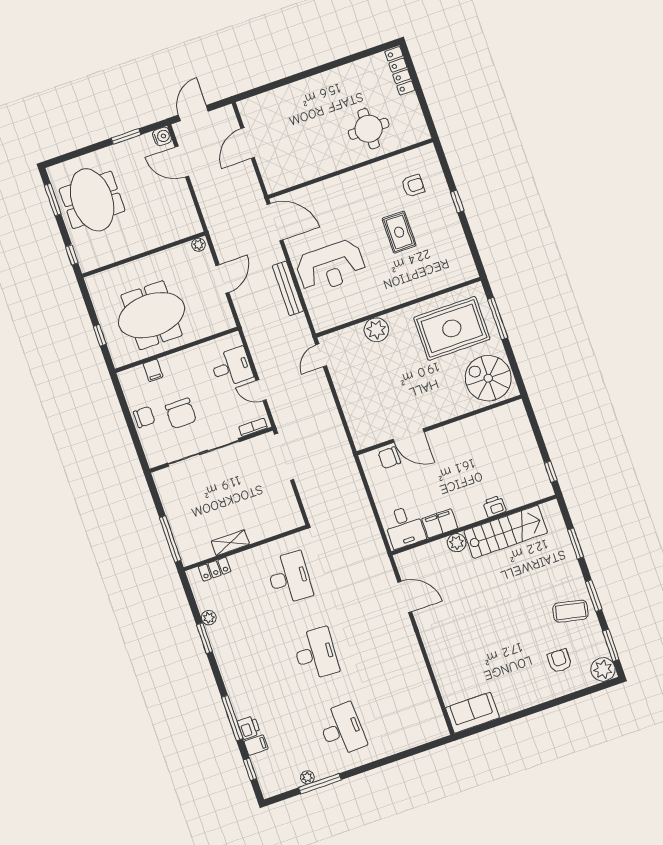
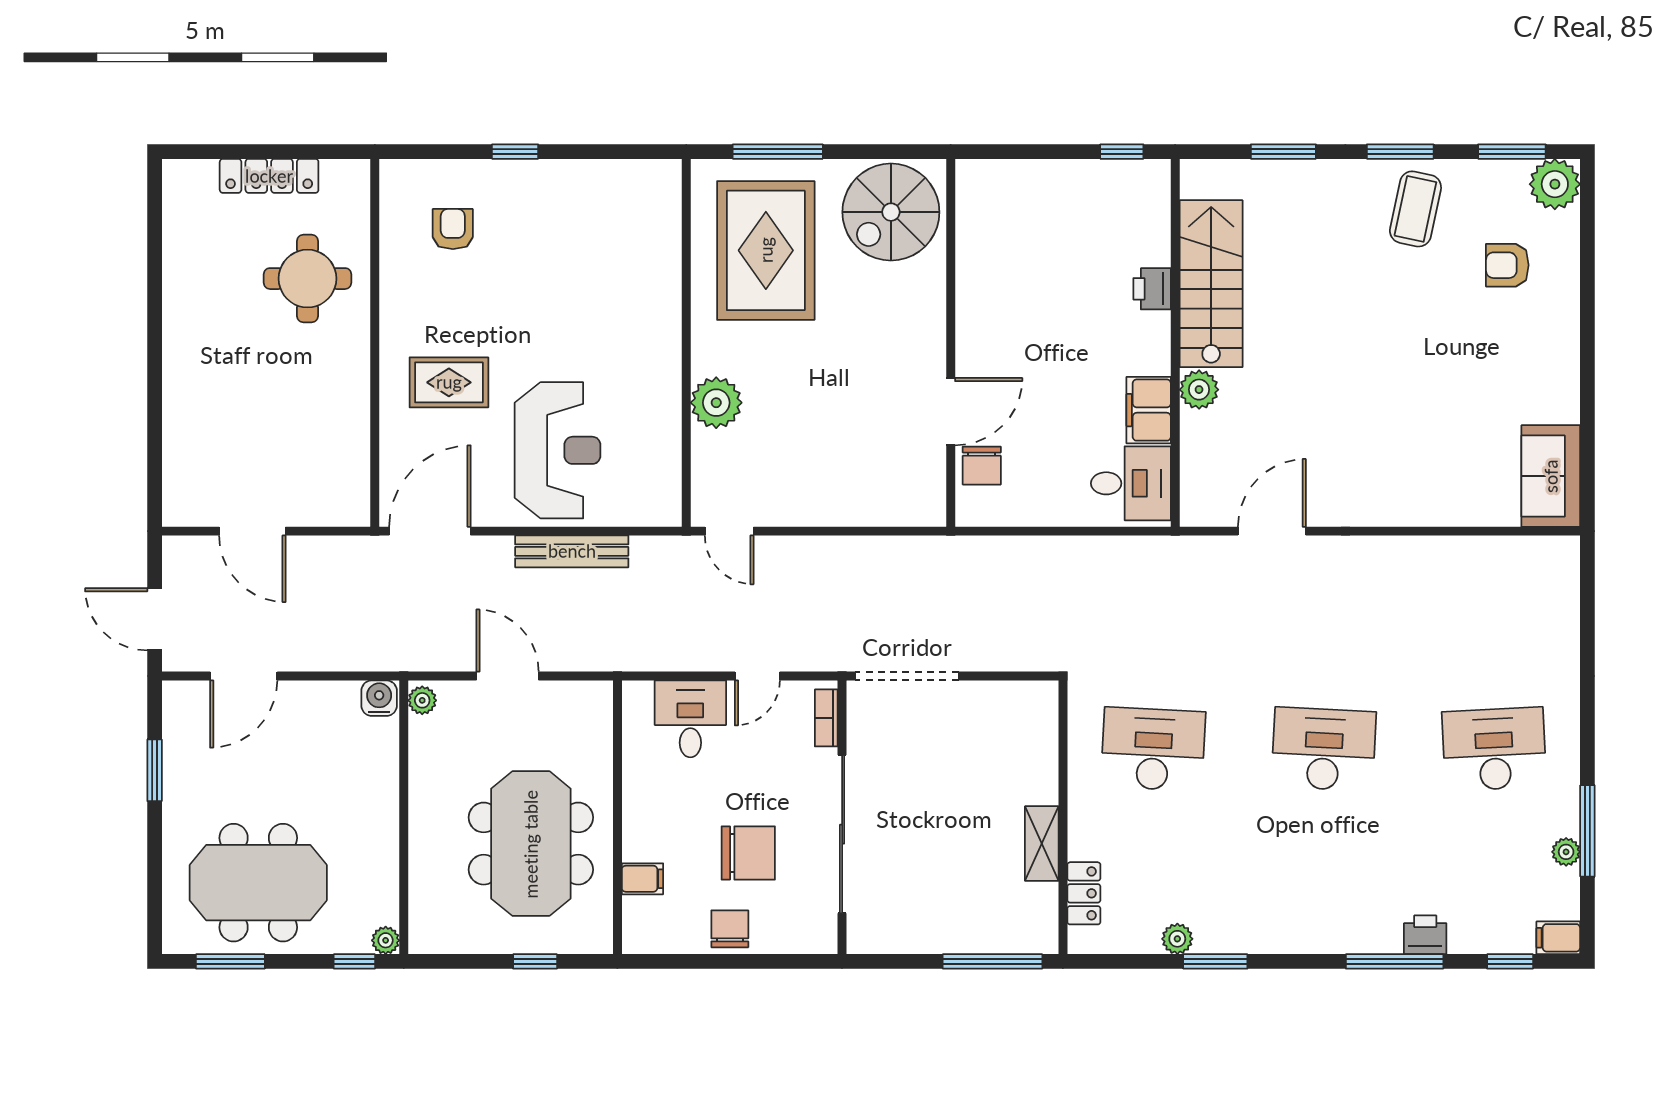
locker: (400, 71) -> (269, 176), moved
water cooler: (162, 136) -> (379, 698), moved
rug: (399, 232) -> (449, 382), moved
plant: (86, 265) -> (386, 940), added
filing cabinet: (256, 745) -> (1558, 938), moved, turned -90

